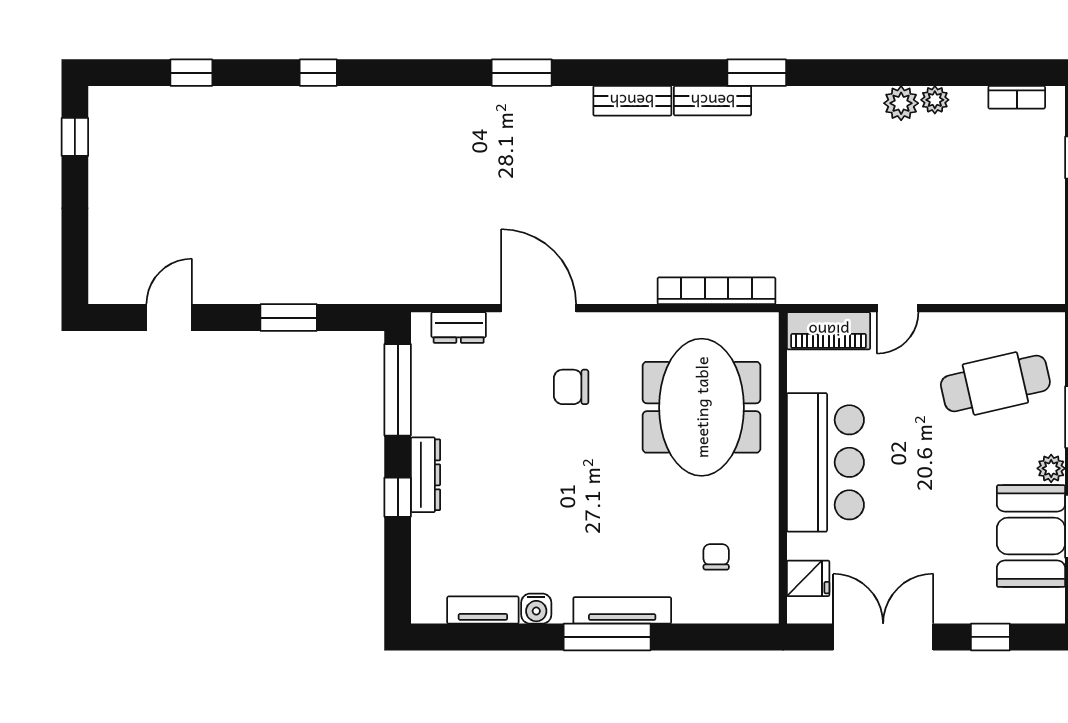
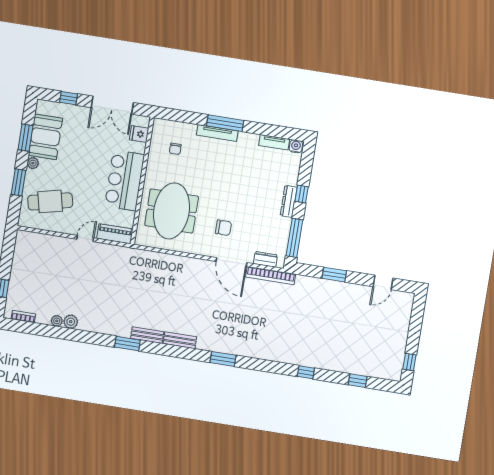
bookcase: (716, 291) -> (271, 276), moved
water cooler: (536, 609) -> (296, 146), moved

